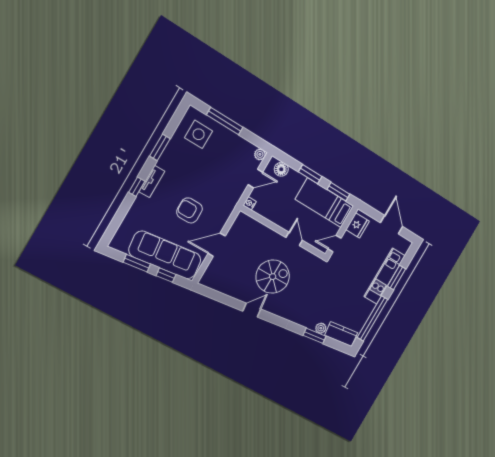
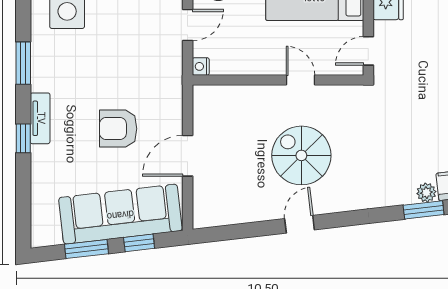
spiral stairs: (273, 277) -> (301, 155), turned -90

